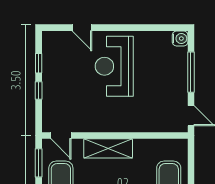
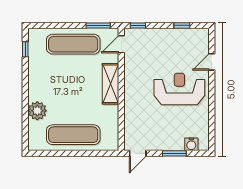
water cooler: (180, 39) -> (191, 144), moved
window: (191, 72) -> (174, 153), width x0.69
window: (39, 91) -> (138, 25), moved

